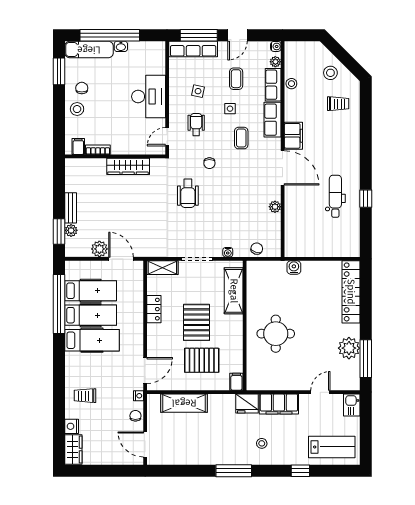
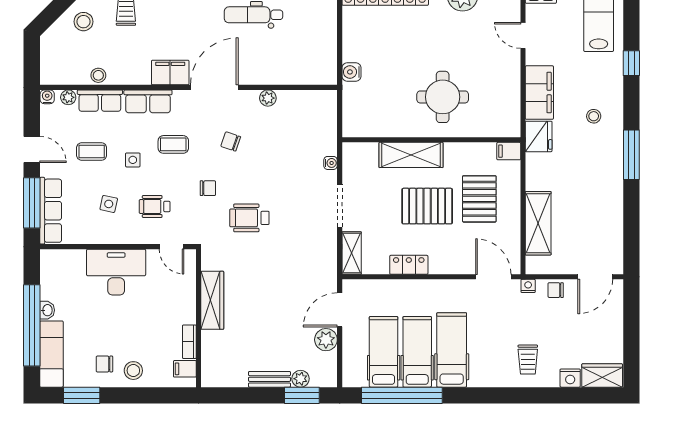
wheelchair: (188, 193) -> (249, 218), turned 180
chair: (257, 249) -> (231, 141), moved
shelving: (234, 291) -> (411, 155), moved

